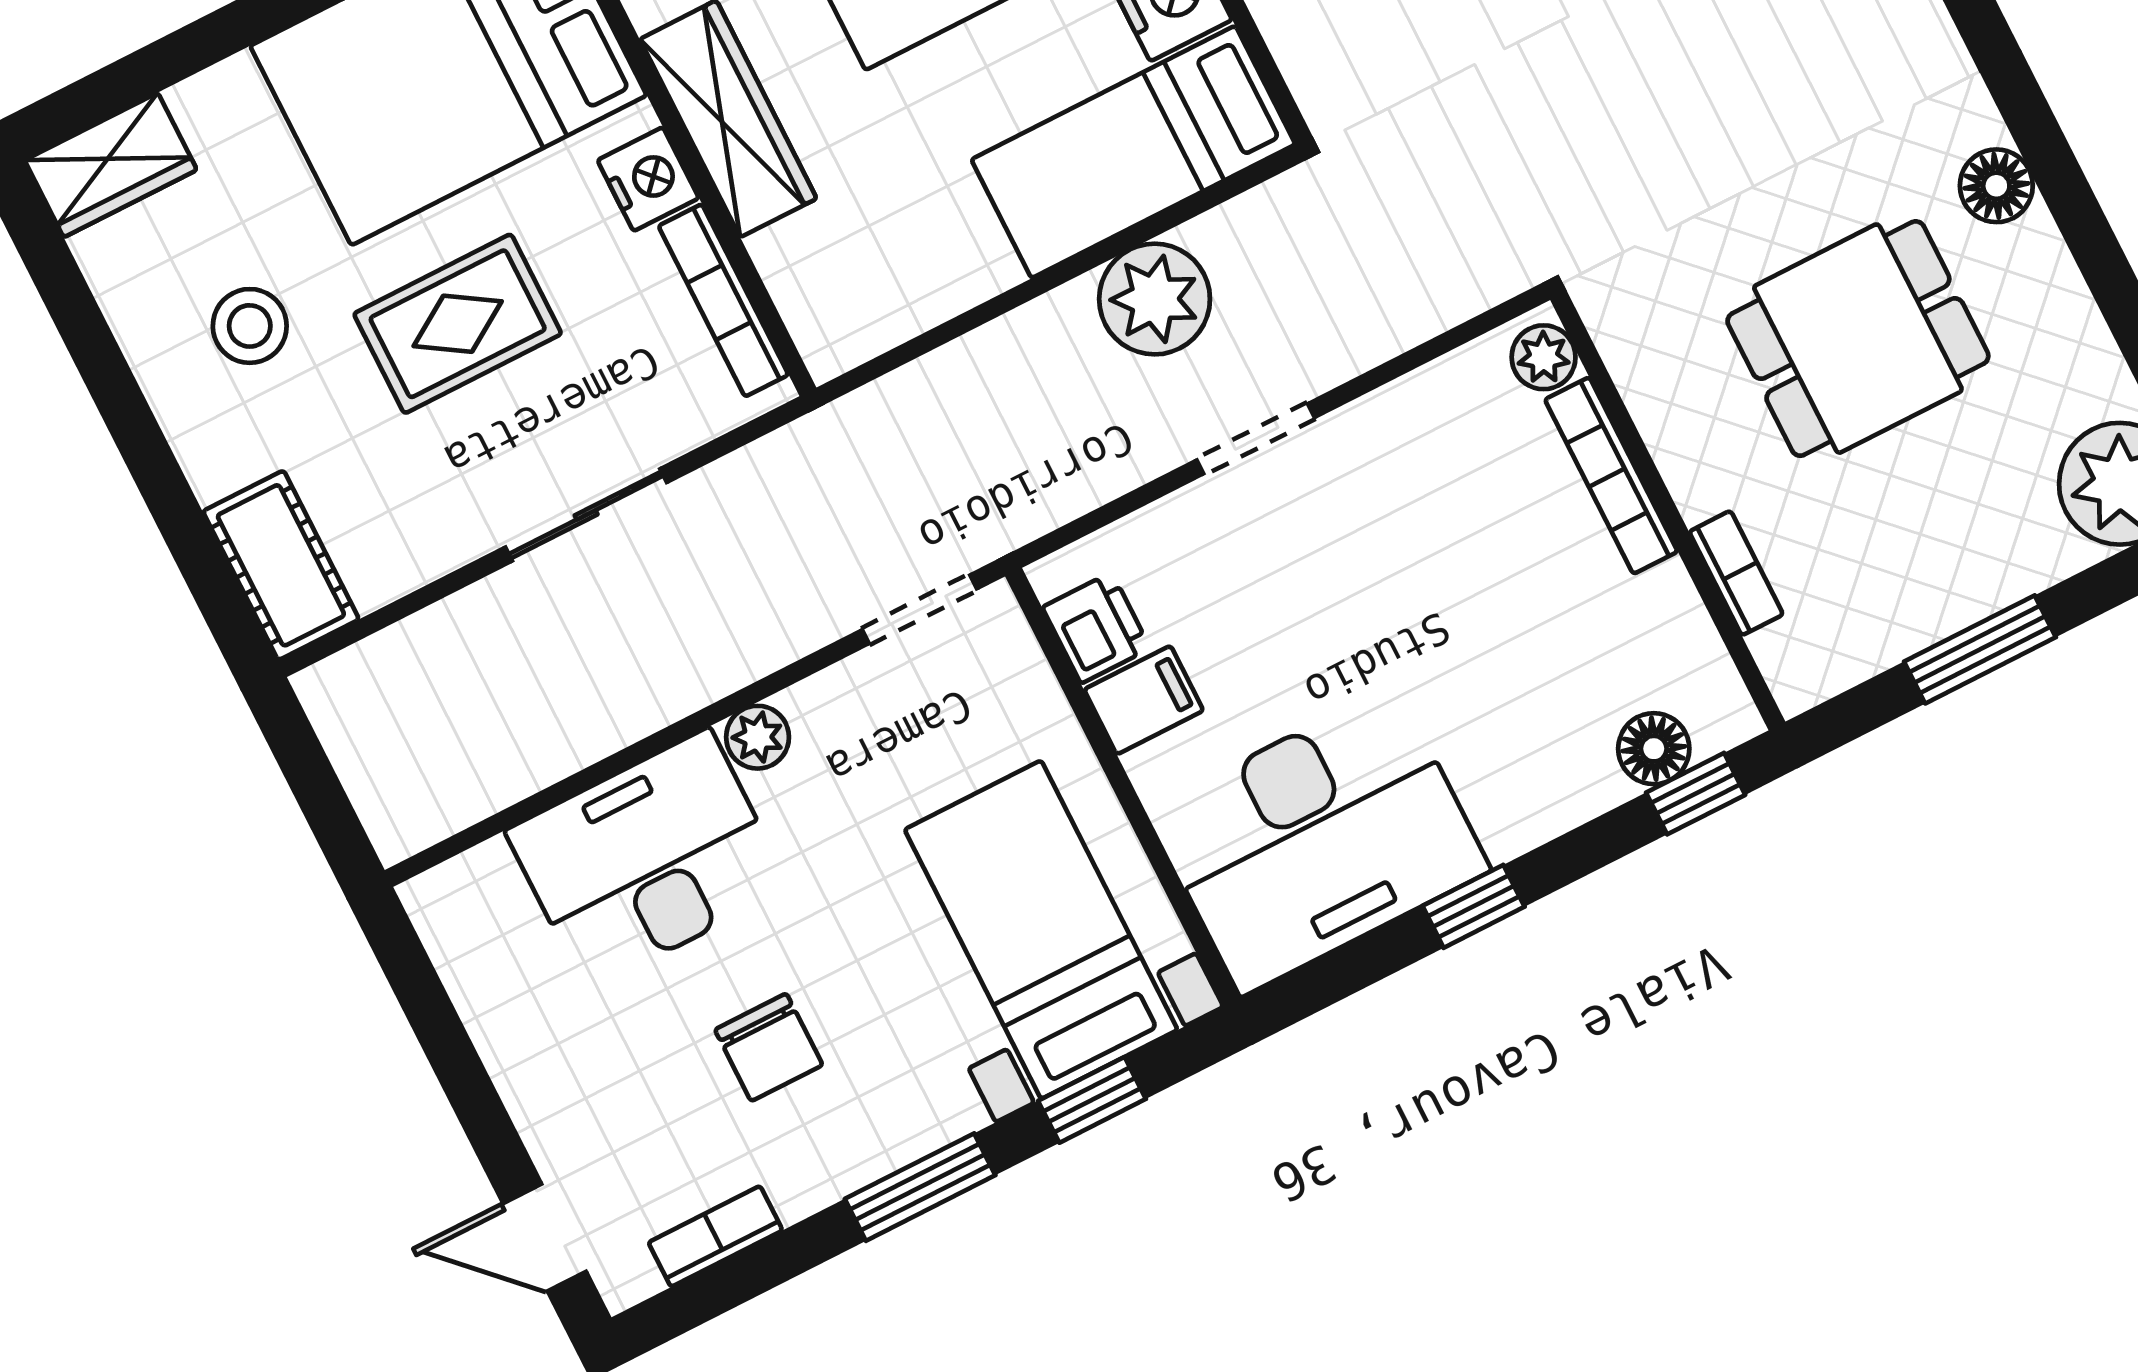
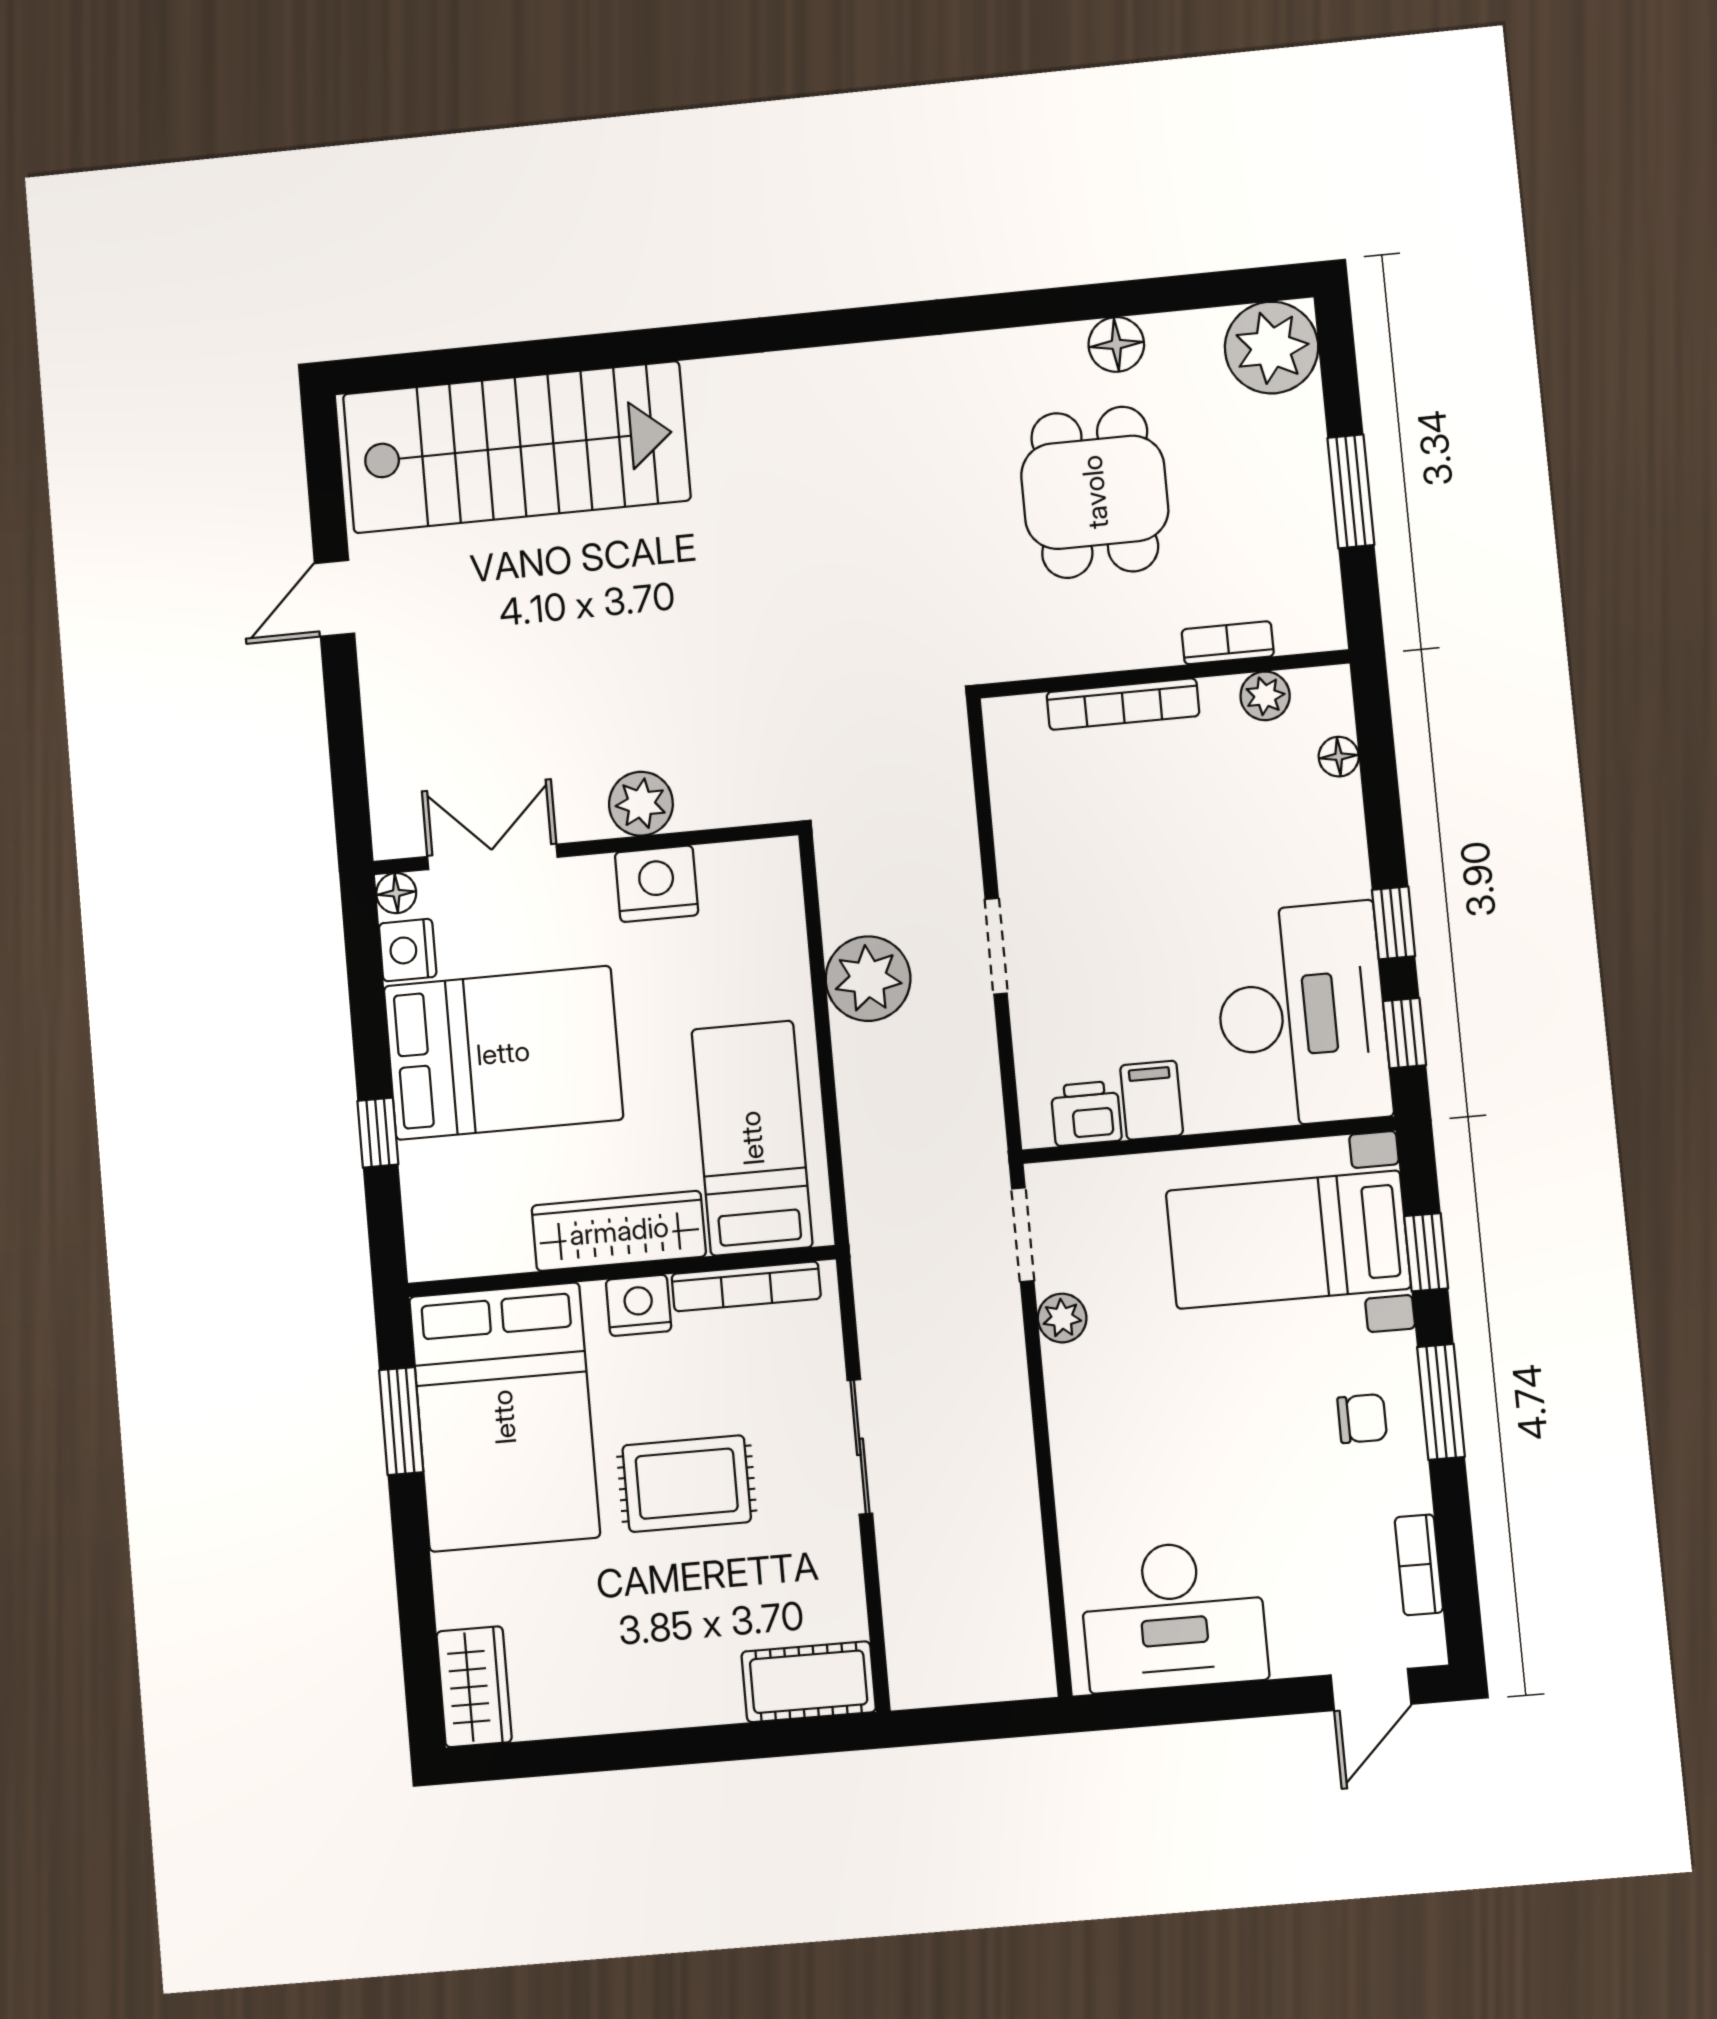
bed: (1133, 152) -> (752, 1138), moved, turned 180
floor lamp: (1996, 186) -> (1116, 344), moved
rug: (458, 324) -> (687, 1484), turned 90
stool: (250, 326) -> (629, 1634), removed
plant: (1544, 357) -> (1265, 696), moved
plant: (758, 737) -> (1062, 1318), moved
floor lamp: (1654, 749) -> (1339, 757), width x0.73, depth x0.73
window: (1696, 794) -> (1404, 1033), moved
desk: (648, 859) -> (1173, 1616), moved, turned -90
chair: (769, 1047) -> (1362, 1418), moved, width x0.73, depth x0.73

